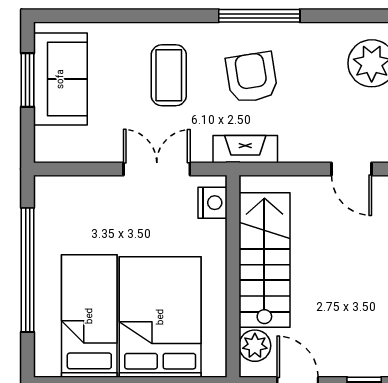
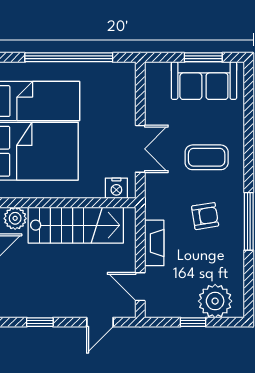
armchair: (252, 77) -> (205, 216), width x0.72, depth x0.72
fireplace: (245, 149) -> (154, 243), moved
door: (351, 169) -> (140, 287), hinge flipped

